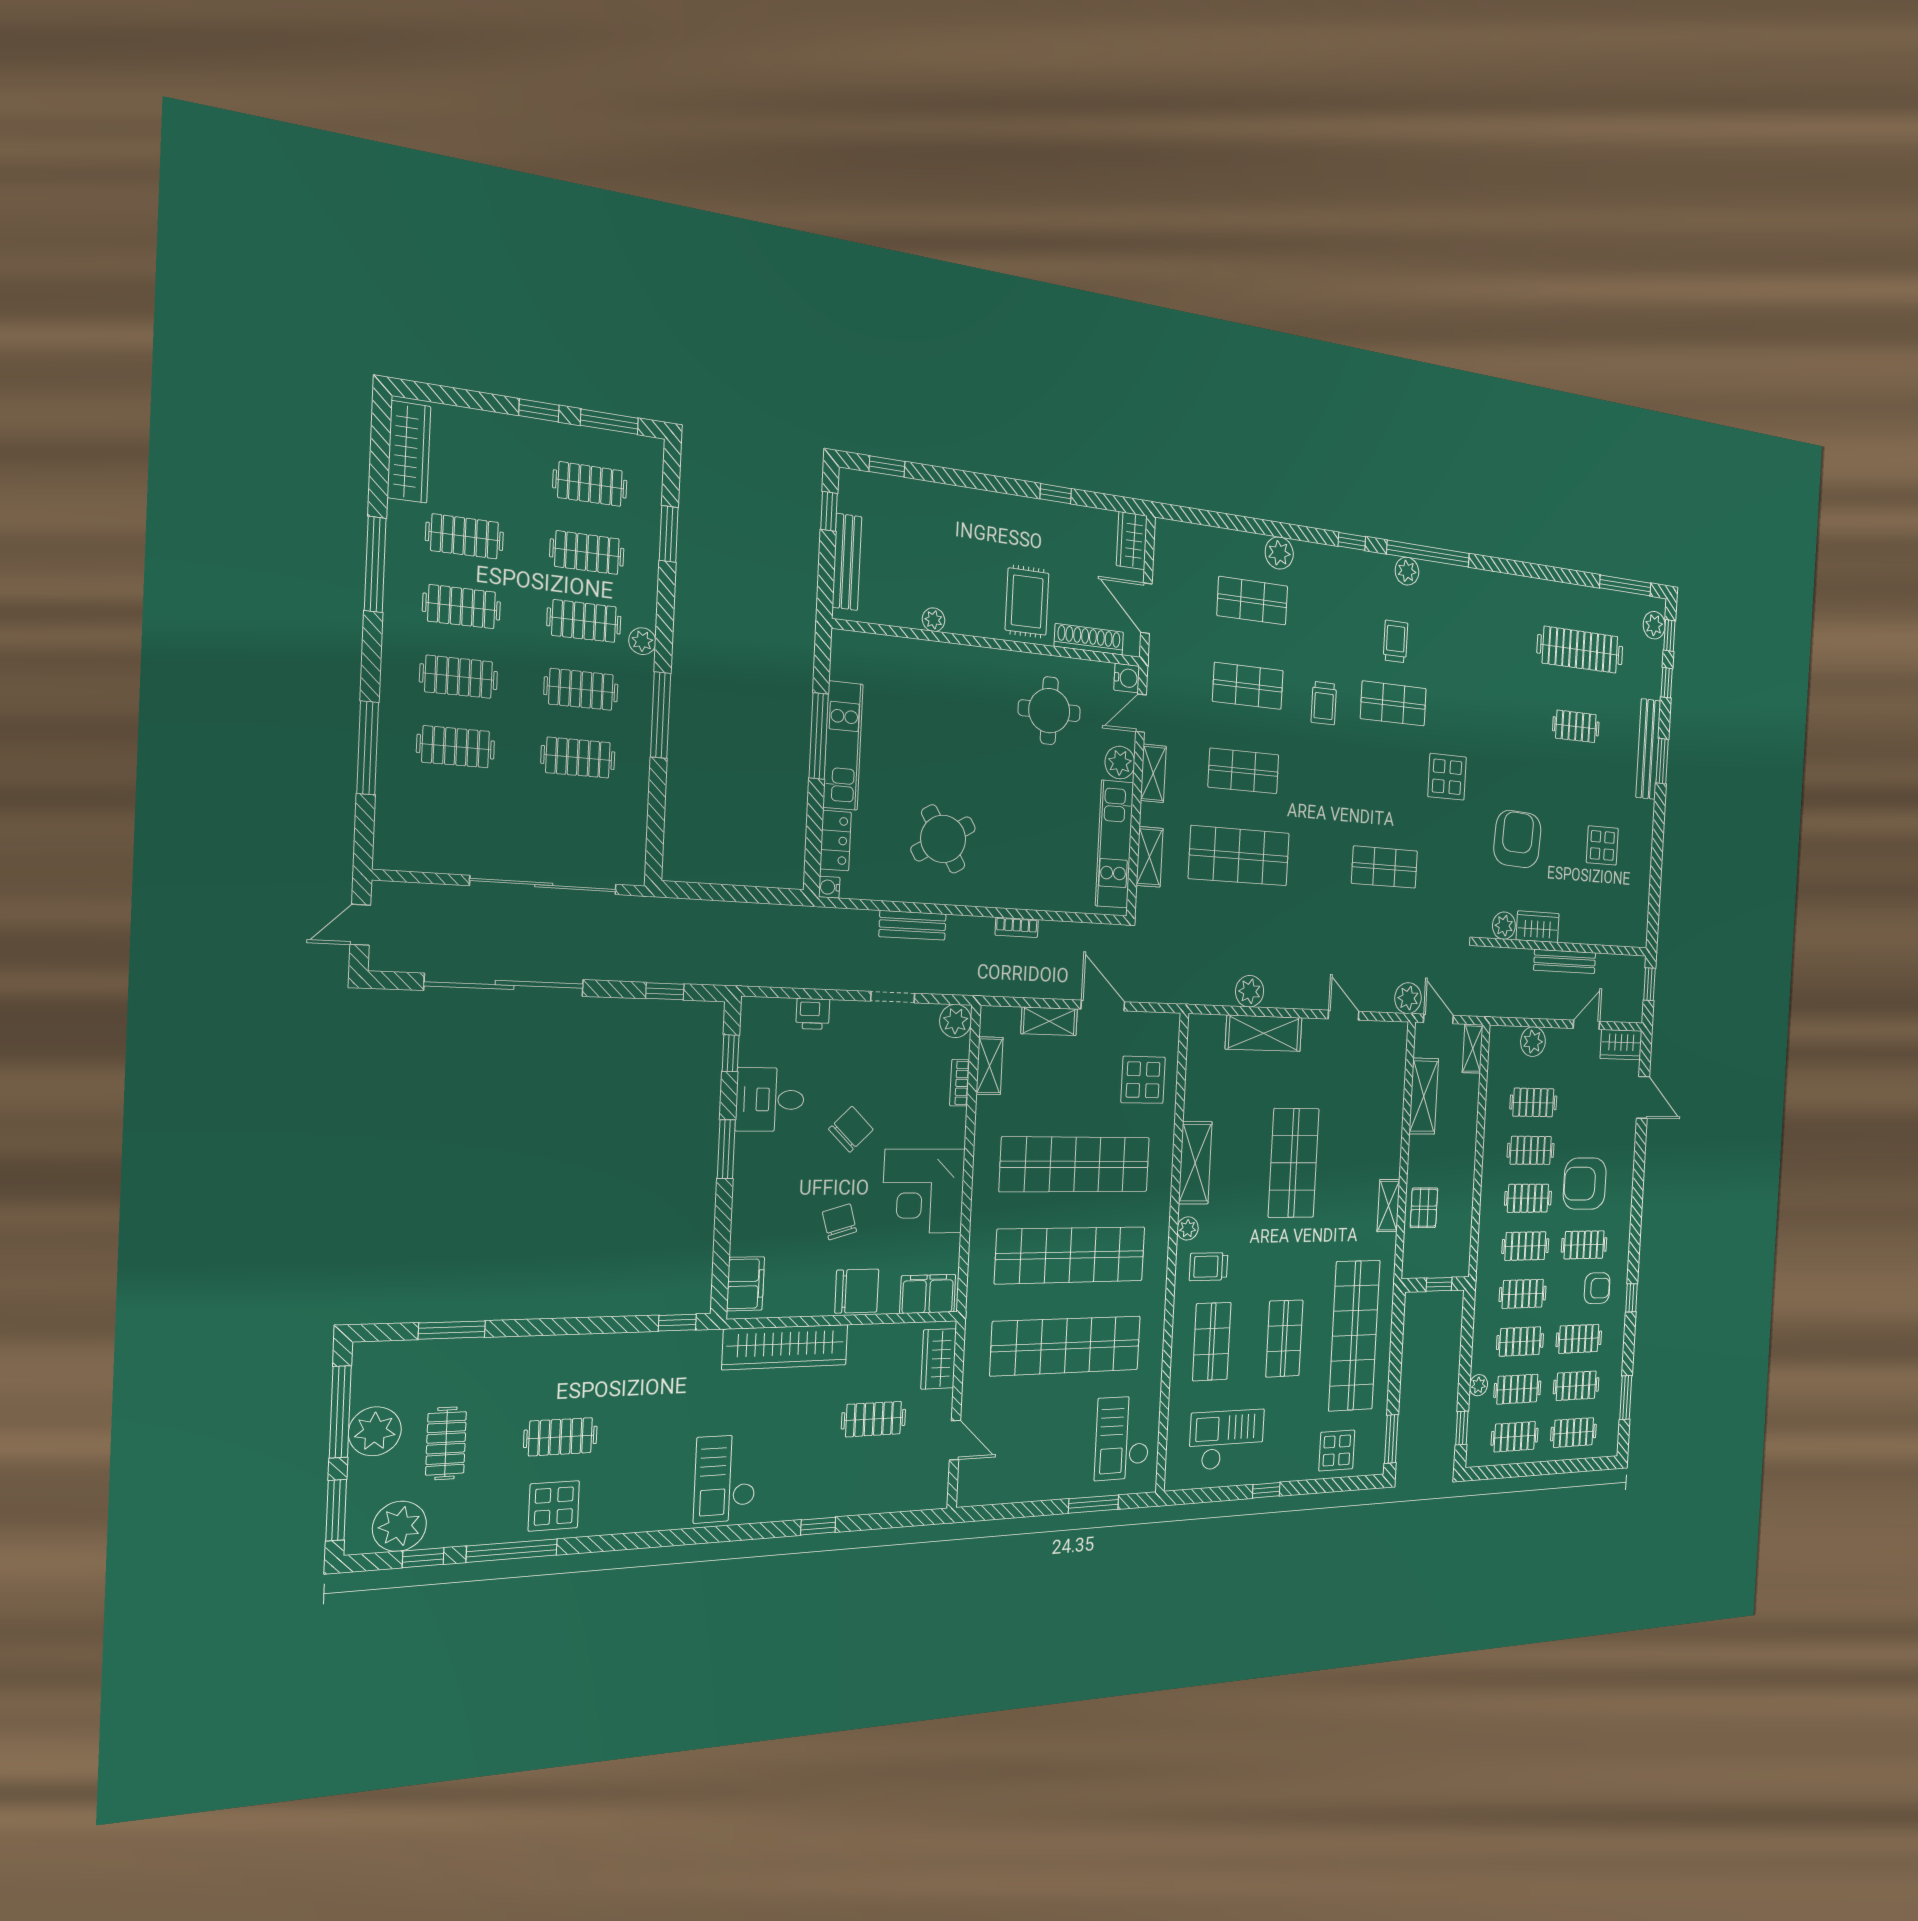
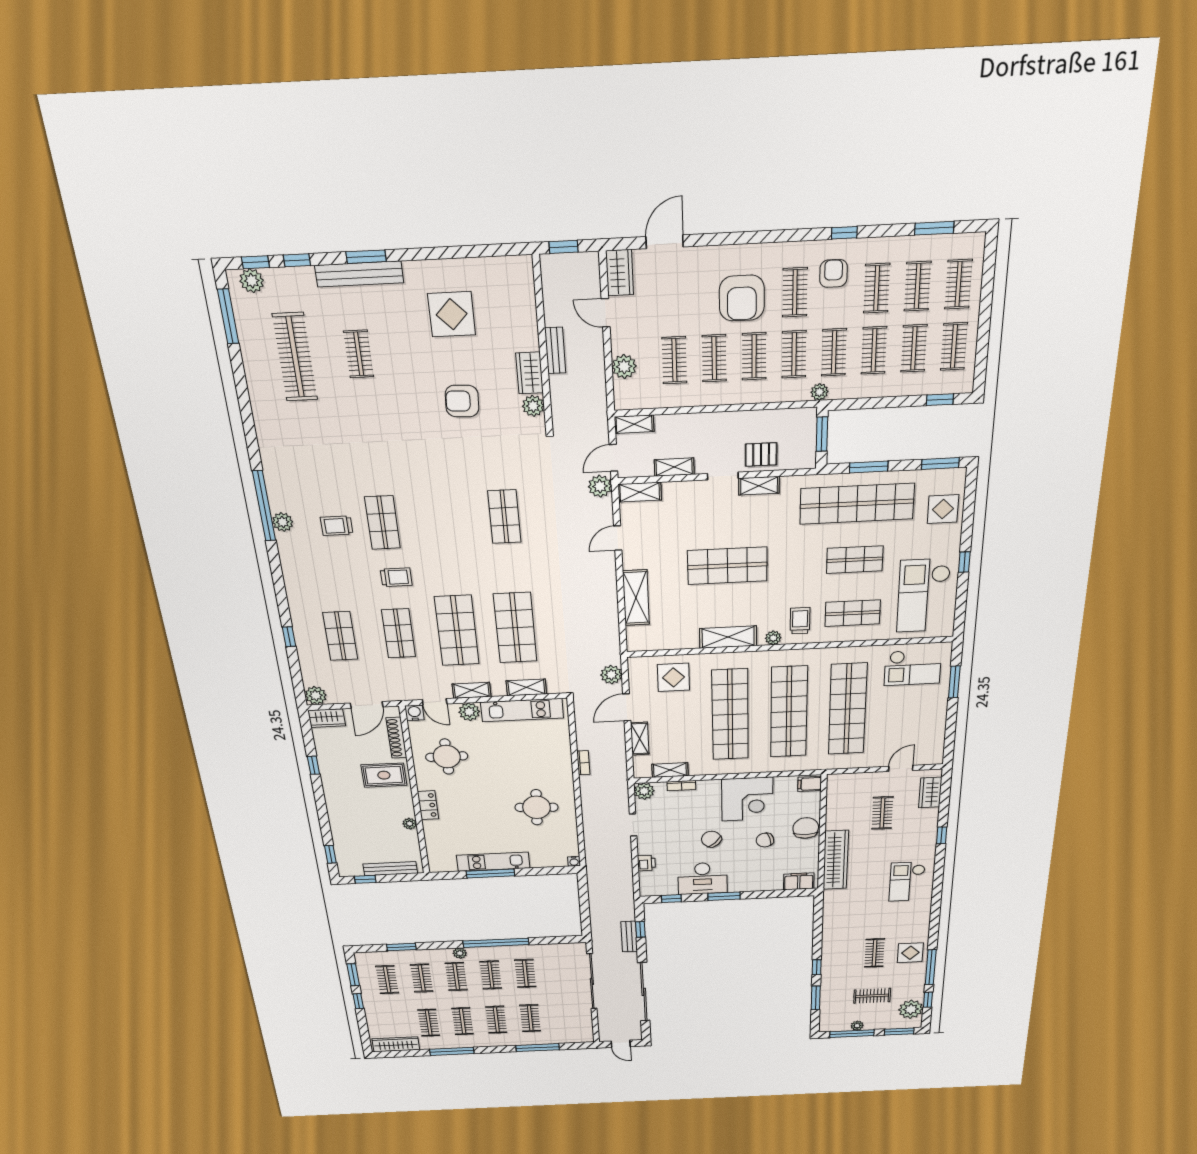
window: (1352, 541) -> (289, 637), moved
plant: (1279, 553) -> (316, 695), moved
window: (661, 715) -> (496, 943), width x1.46
shop shelf: (1243, 771) -> (457, 631), width x1.43, depth x1.36
display table: (1447, 777) -> (426, 471), removed
round table: (943, 839) -> (536, 807), turned 34
armchair: (1517, 839) -> (462, 401), width x0.73, depth x0.73
locker: (836, 840) -> (428, 805), moved, turned 90
display table: (1602, 846) -> (452, 314), width x1.36, depth x1.36
bench: (913, 925) -> (629, 937), moved
bench: (1565, 961) -> (555, 350), width x0.73
plant: (1250, 991) -> (611, 675), moved
shelving: (1396, 1049) -> (640, 492), added
shelving: (1424, 1096) -> (674, 467), width x0.67, depth x0.75
desk: (770, 1100) -> (702, 878), width x1.37
doorway: (1404, 1159) -> (723, 476), added
trolley: (1209, 1267) -> (800, 621), turned 180
window: (1439, 1284) -> (822, 434), width x1.50
filing cabinet: (928, 1294) -> (810, 784), width x0.50
window: (677, 1323) -> (817, 967), moved
window: (1396, 1347) -> (869, 467), added
wardrobe: (939, 1359) -> (930, 792), moved, turned 90
plant: (1478, 1385) -> (819, 392), moved
plant: (375, 1431) -> (857, 1026), width x0.53, depth x0.53
checkout: (1227, 1440) -> (923, 596), width x1.36, depth x1.21
checkout: (725, 1478) -> (907, 882), turned 90

